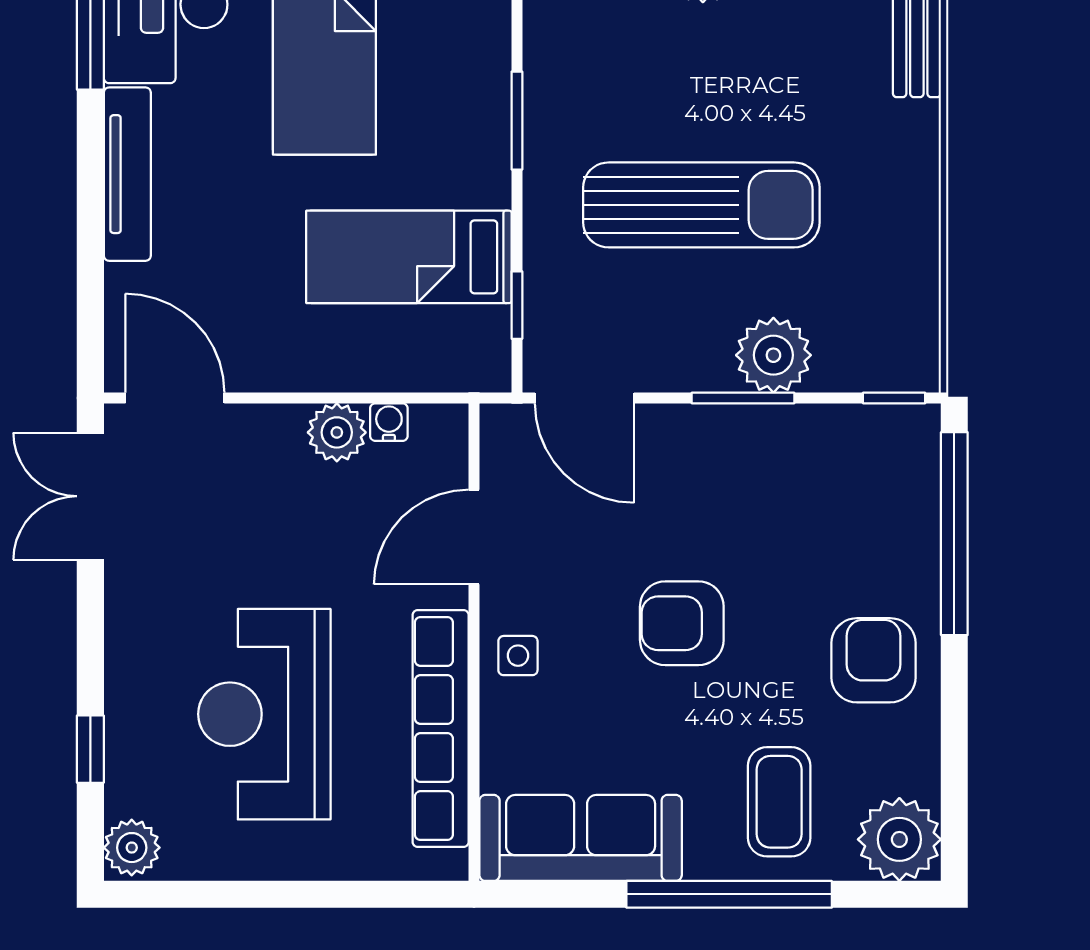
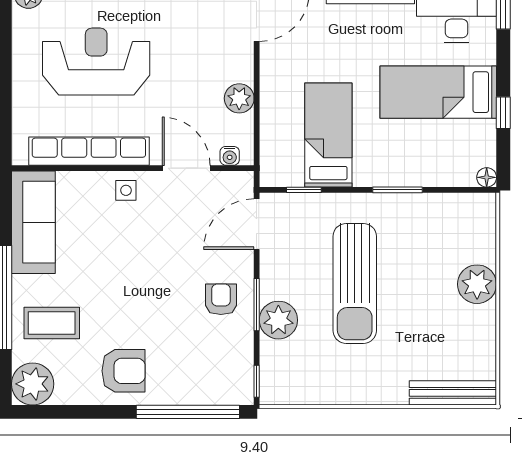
water cooler: (389, 422) -> (230, 156), moved, turned 90
armchair: (682, 623) -> (221, 299), moved, width x0.72, depth x0.72

